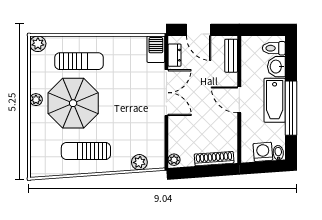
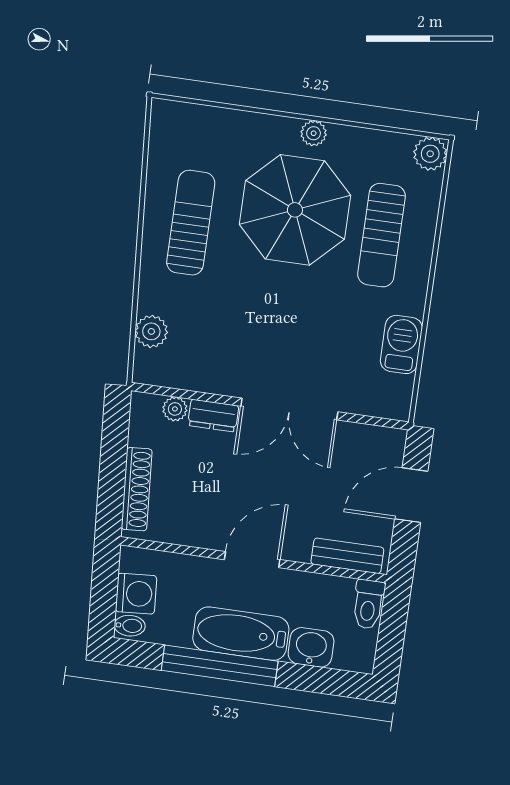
toilet: (274, 48) -> (368, 604), moved, turned 180
barbecue: (156, 49) -> (401, 344), moved, turned -90
dresser: (175, 55) -> (213, 416), moved
plant: (174, 160) -> (175, 409), moved

